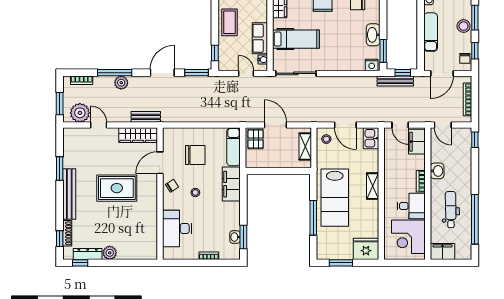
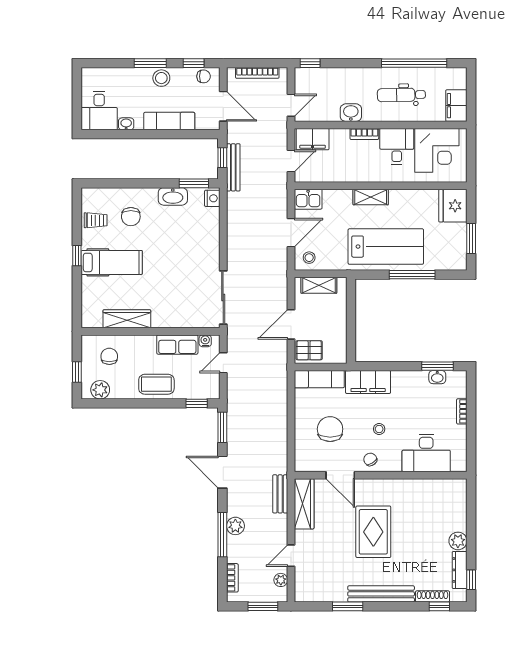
hospital bed: (296, 39) -> (178, 297), removed
plant: (80, 113) -> (281, 580), width x0.53, depth x0.53

